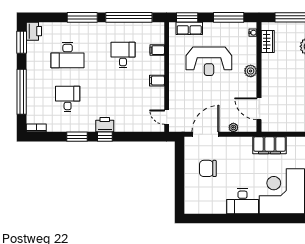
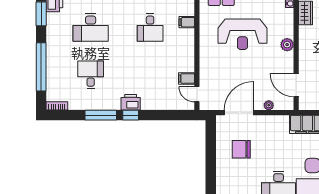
desk: (123, 55) -> (150, 28), turned 180
filing cabinet: (157, 81) -> (187, 79), moved
window: (77, 137) -> (101, 115), width x1.44

